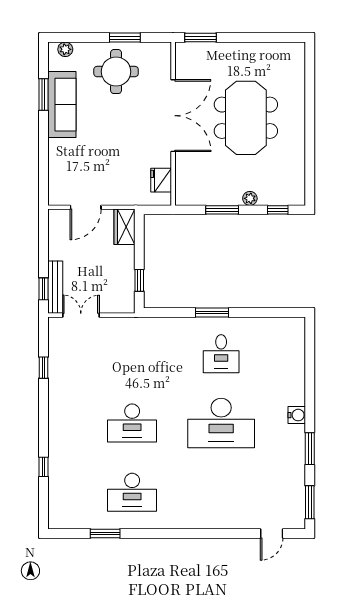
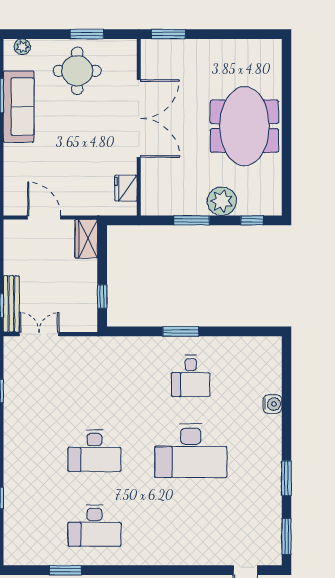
meeting table: (246, 118) -> (244, 126), moved
plant: (250, 198) -> (222, 201), width x1.88, depth x1.88
door: (86, 207) -> (44, 218), swing flipped
water cooler: (297, 415) -> (272, 404), moved

